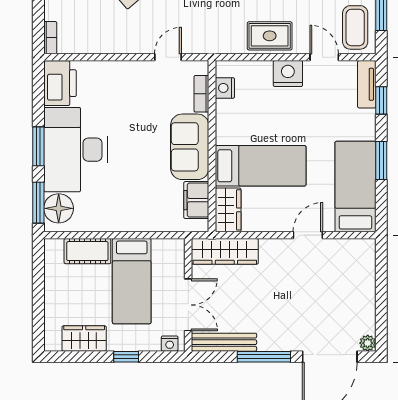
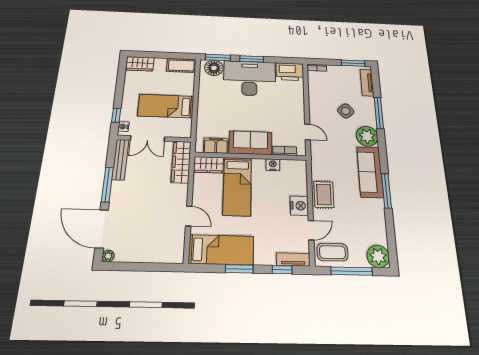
nightstand: (225, 88) -> (273, 165), moved
cot: (87, 251) -> (181, 65), moved, turned 90
wardrobe: (84, 338) -> (140, 64), moved, turned 90
window: (126, 357) -> (116, 115), moved

